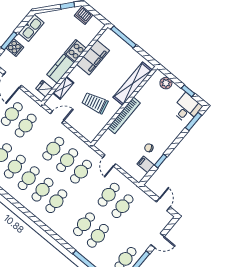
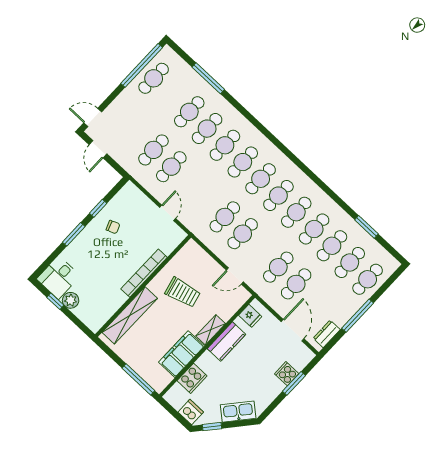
kitchen sink: (31, 28) -> (238, 412), moved, turned 40
cooker: (75, 51) -> (192, 378), moved
plant: (166, 83) -> (71, 300), moved
shelving: (63, 88) -> (211, 330), moved
window: (193, 121) -> (74, 234), moved
filing cabinet: (146, 164) -> (119, 205), removed
cafe table: (81, 172) -> (225, 145), moved
door: (158, 241) -> (93, 117), moved

